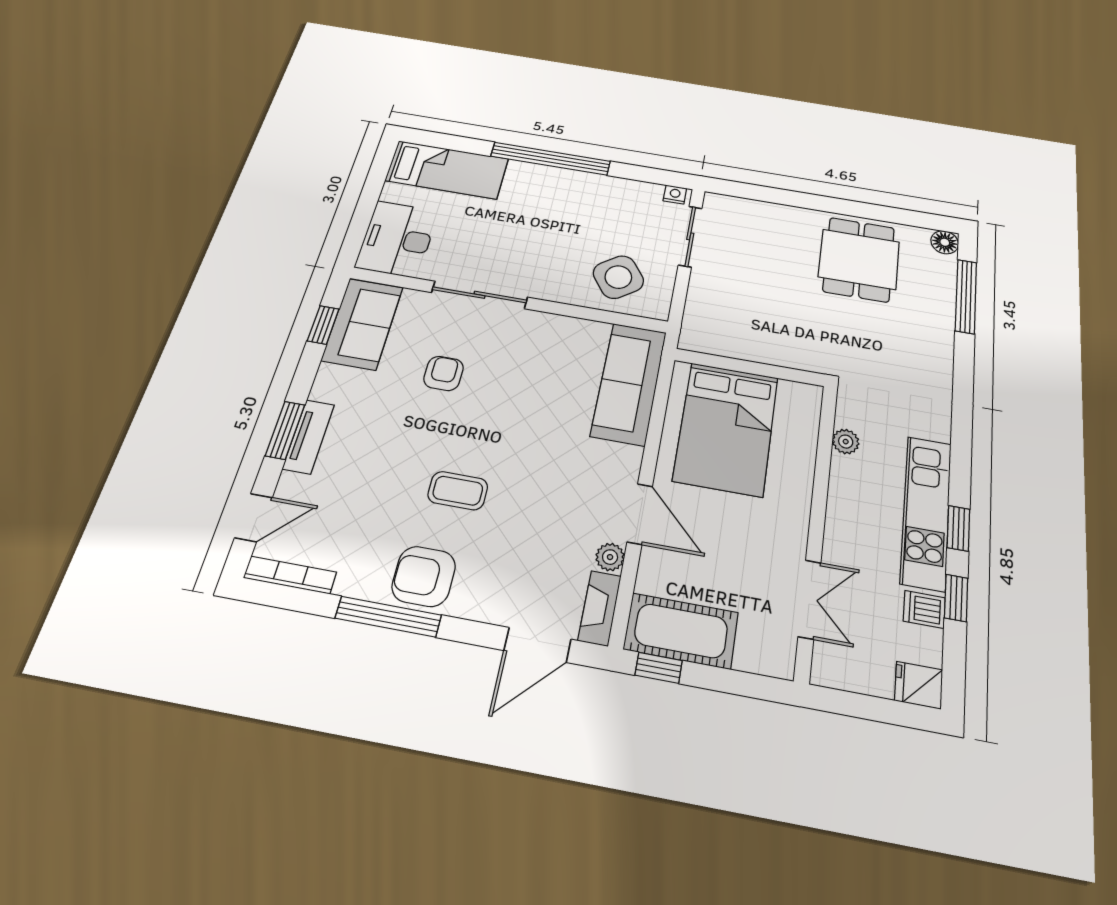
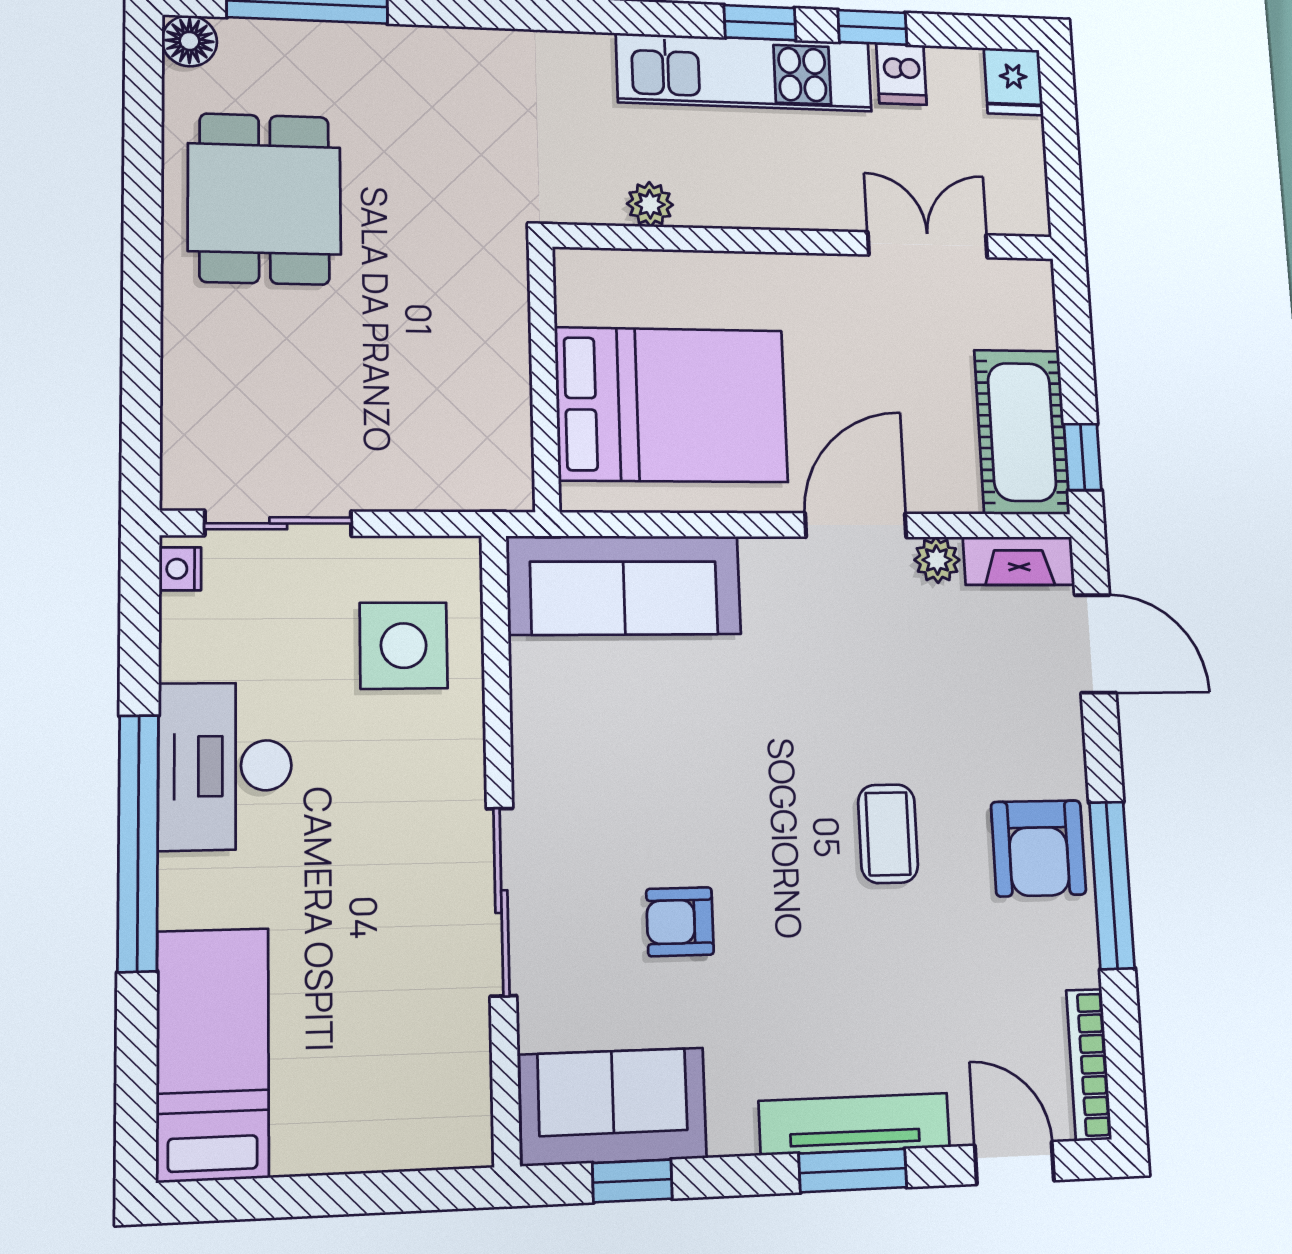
desk: (397, 239) -> (225, 766), moved, turned 90
dining table: (859, 259) -> (264, 199), turned 90
side table: (618, 277) -> (404, 646), turned 36
tv unit: (309, 437) -> (855, 1124), width x1.41

